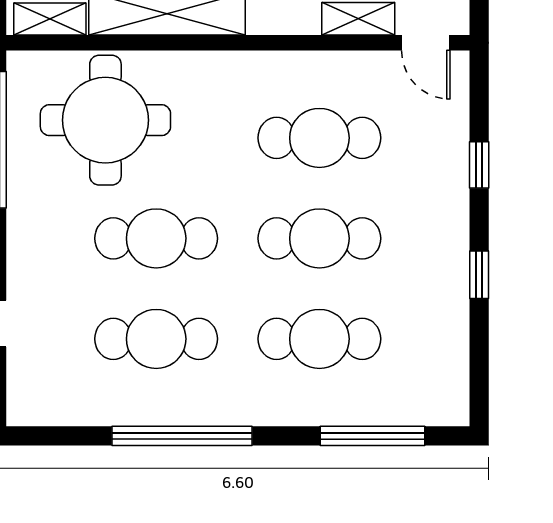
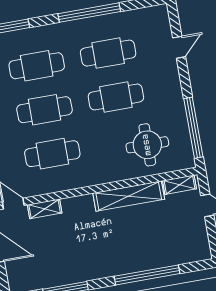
round table: (105, 120) -> (147, 145), width x0.73, depth x0.73

